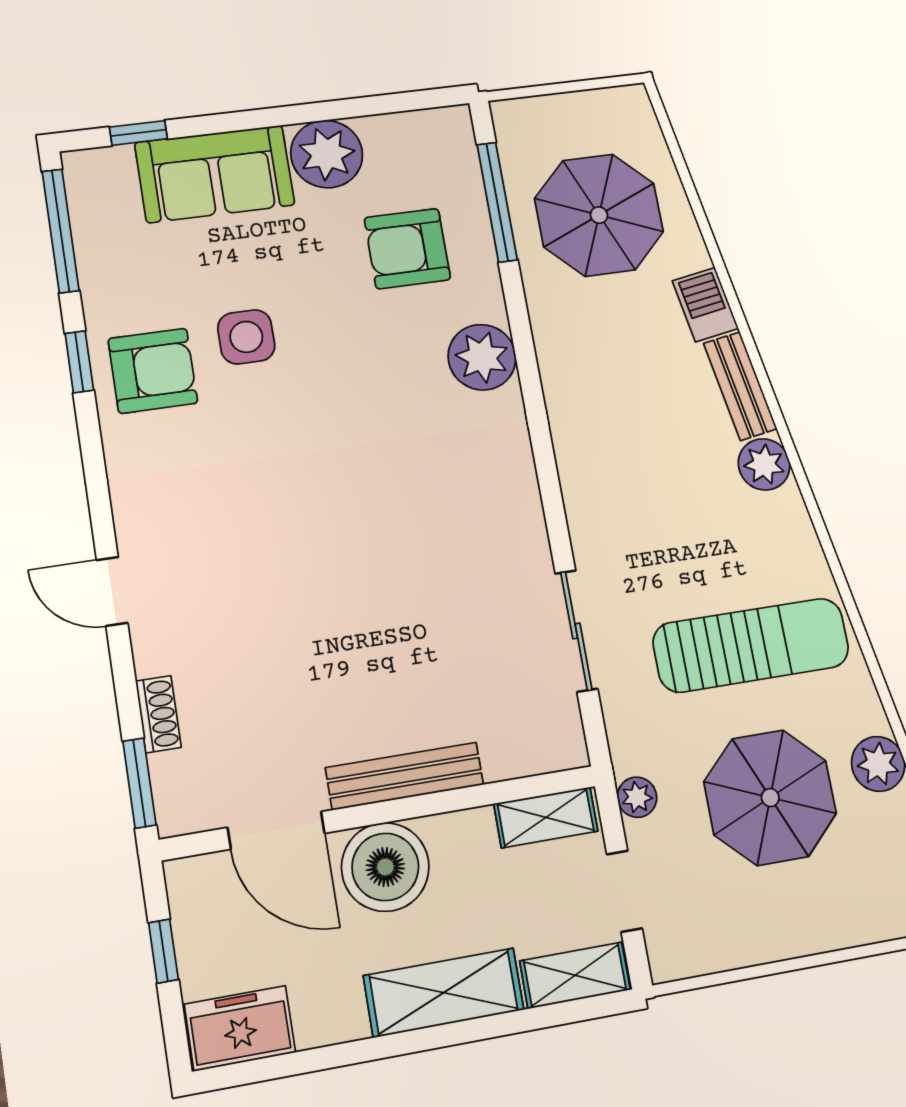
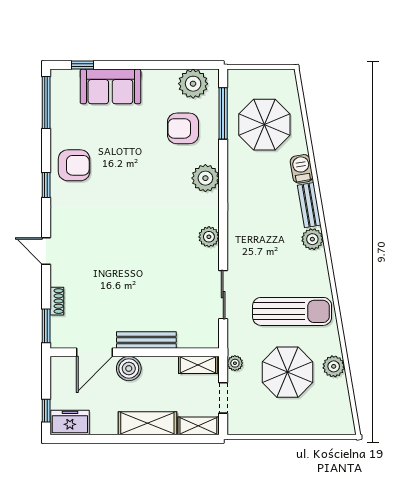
plant: (327, 154) -> (193, 84), moved
side table: (246, 337) -> (113, 157), removed
window: (79, 362) -> (46, 185), moved
plant: (516, 495) -> (209, 237), added
door: (276, 830) -> (94, 352), hinge flipped
boiler: (385, 867) -> (129, 368), width x0.73, depth x0.73
window: (163, 951) -> (46, 411), moved

